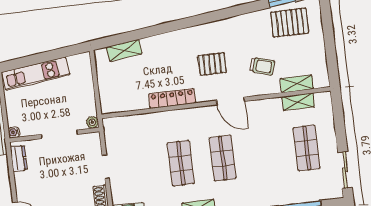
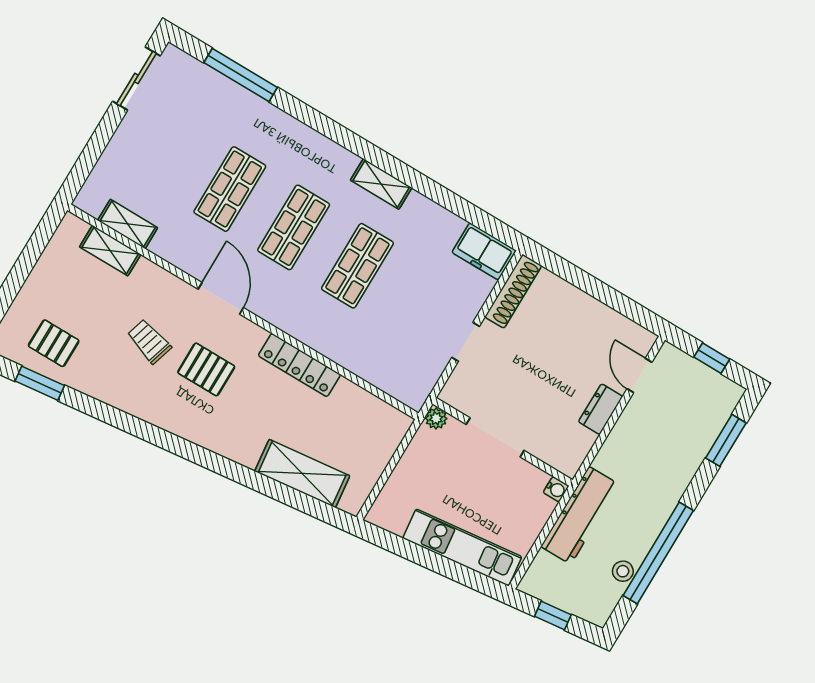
pallet: (290, 23) -> (54, 343), width x0.67, depth x0.71
shelving: (124, 50) -> (302, 474), width x1.50, depth x1.33
trolley: (262, 66) -> (149, 341), moved
shop shelf: (307, 148) -> (230, 189), moved
dresser: (19, 158) -> (601, 409), moved

